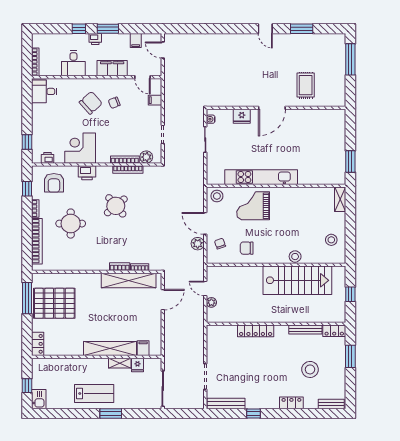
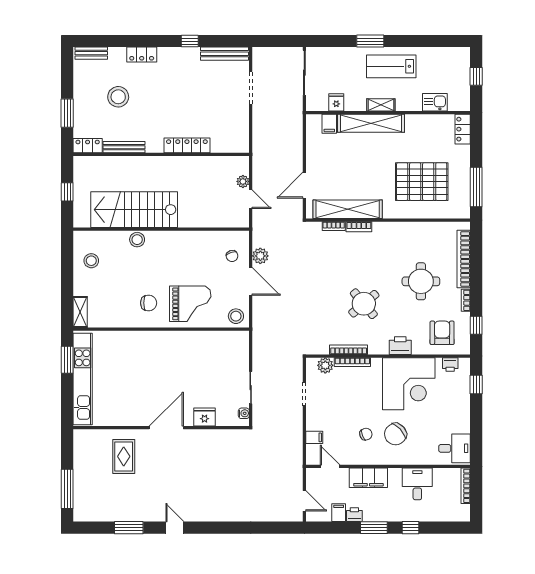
printer: (95, 39) -> (354, 515), moved
corner desk: (80, 148) -> (409, 384), width x1.36, depth x1.36
kitchen unit: (261, 177) -> (83, 379), moved, turned -90
chair: (247, 248) -> (149, 303), moved
pallet: (54, 303) -> (422, 182), moved
shelving: (120, 363) -> (381, 105), moved
kitchen sink: (39, 399) -> (435, 102), moved, turned 90

